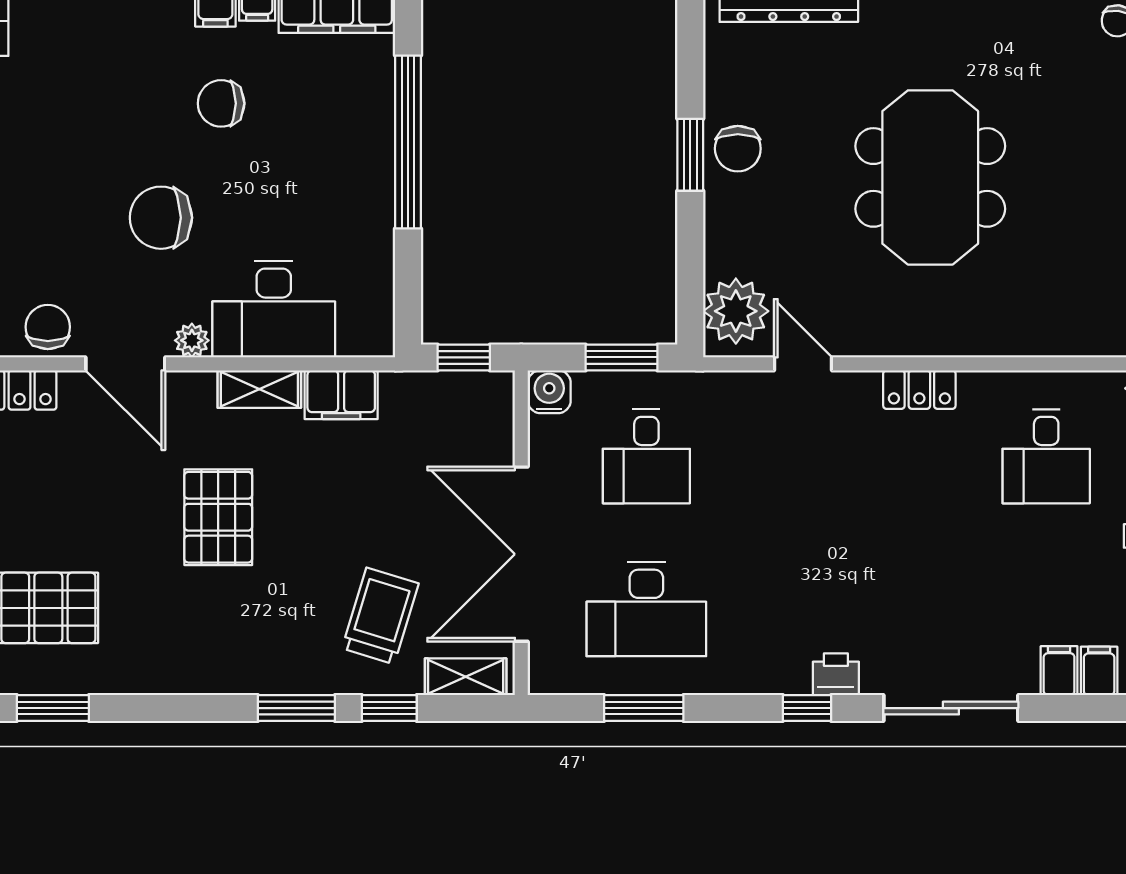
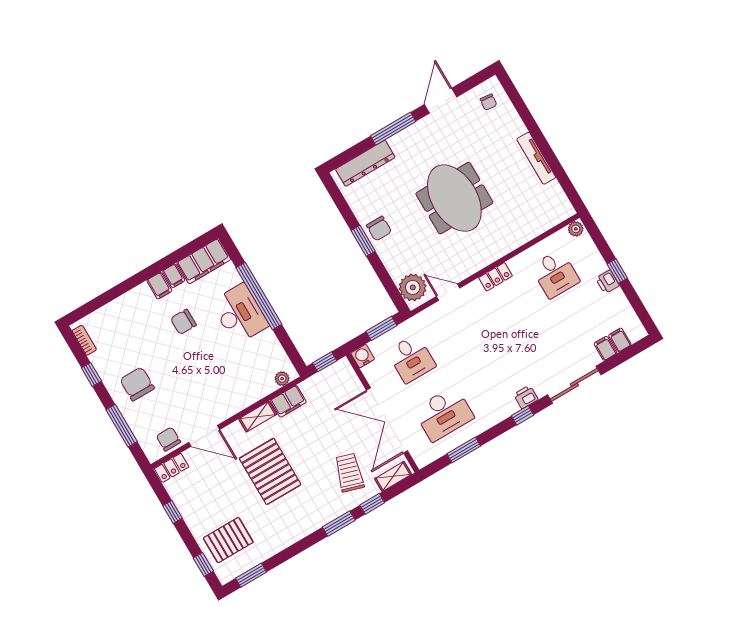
chair: (161, 218) -> (137, 384), moved, turned 90
desk: (274, 309) -> (240, 314), moved, turned -90
plant: (192, 340) -> (282, 379), moved
pallet: (218, 517) -> (270, 471), width x1.37, depth x1.41

